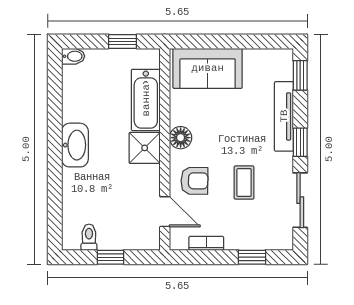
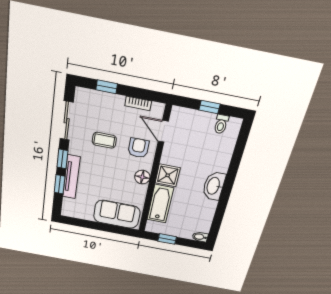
window: (300, 75) -> (60, 184), moved
armchair: (194, 181) -> (138, 148), turned 89
coffee table: (244, 183) -> (104, 140), turned 90

